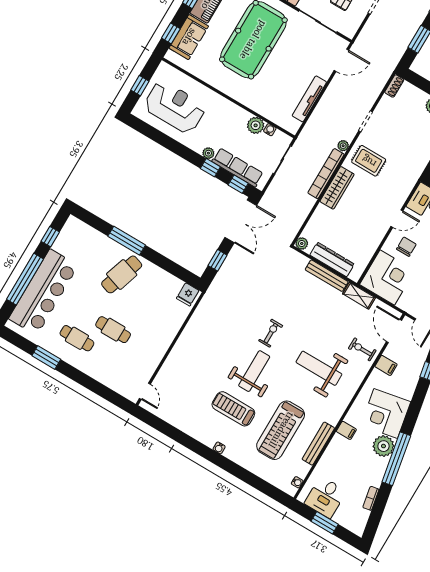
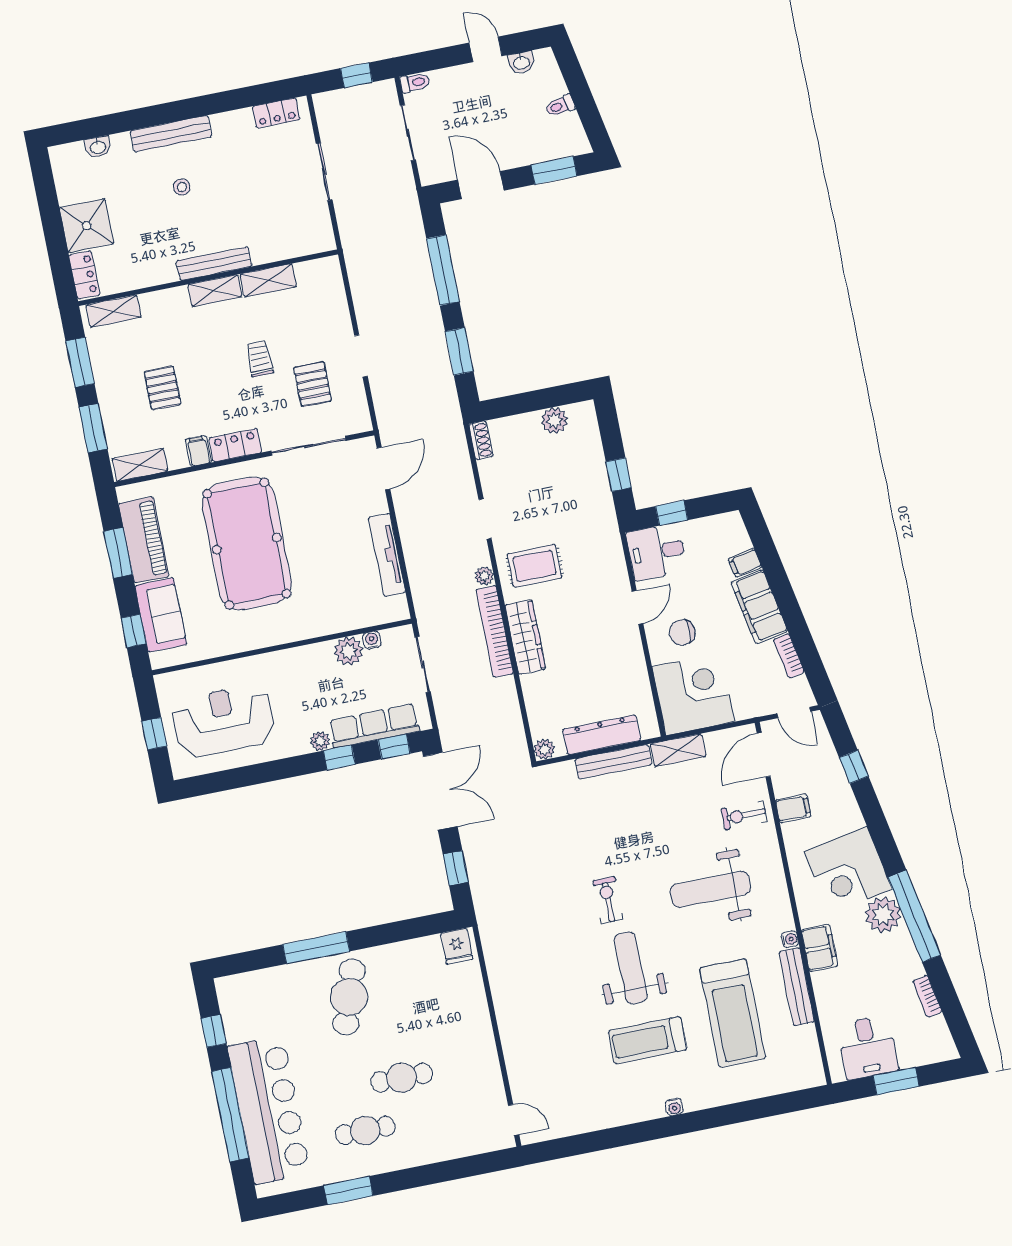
chair: (406, 247) -> (682, 633), turned -90
door: (394, 331) -> (764, 755), hinge flipped
filing cabinet: (346, 430) -> (819, 948), width x2.00
water cooler: (297, 482) -> (790, 939), moved

